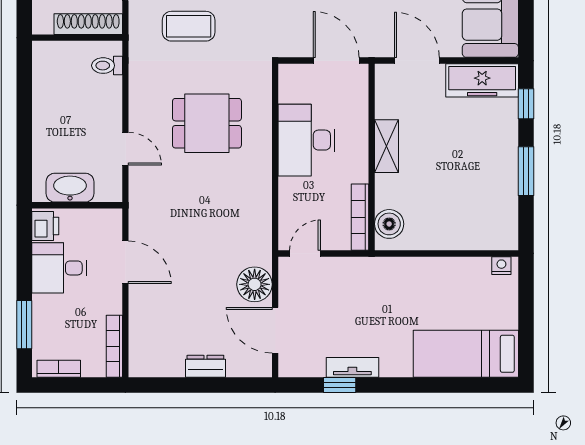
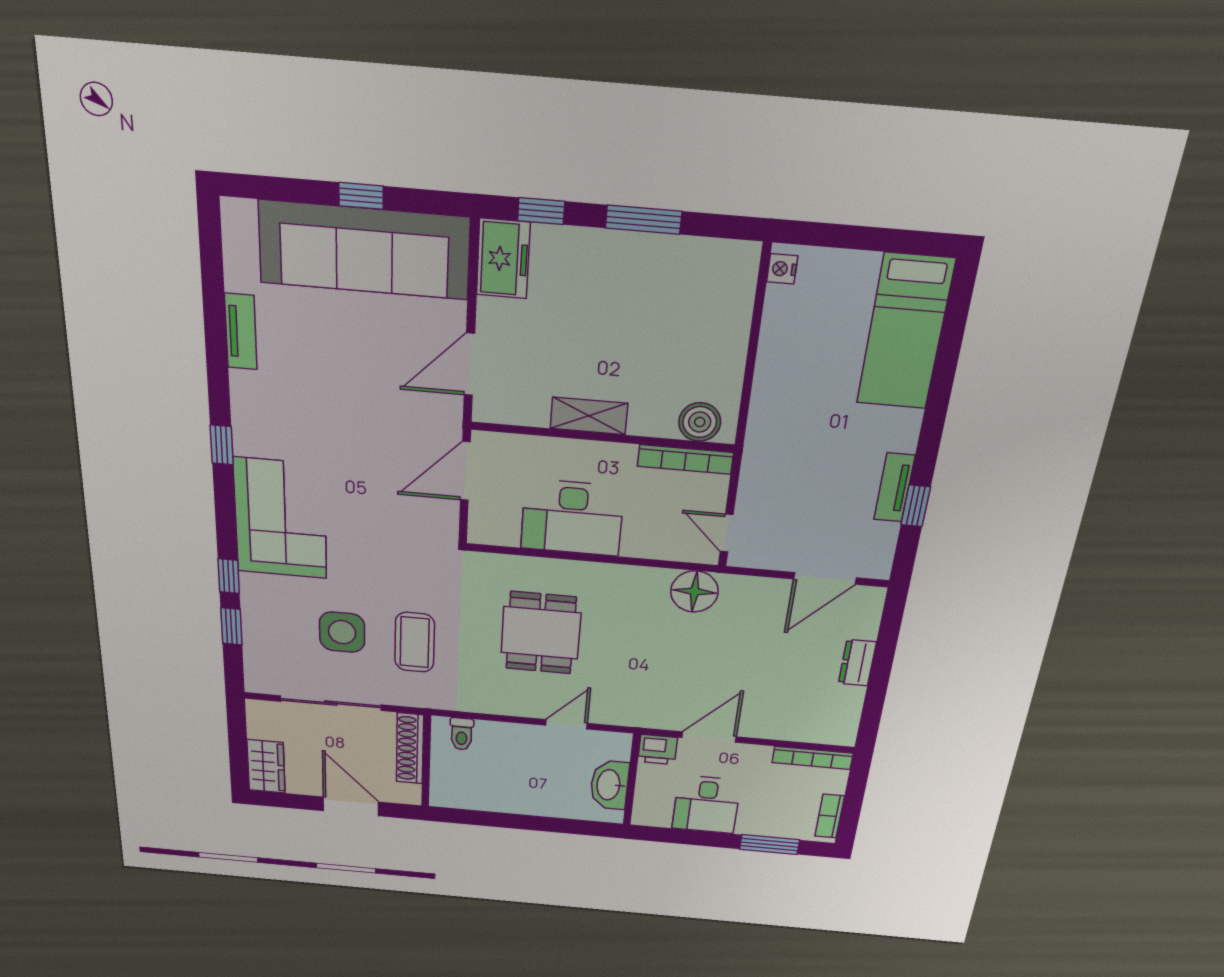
freezer: (482, 80) -> (503, 259), width x0.71
printer: (45, 226) -> (658, 750), moved, turned 180
floor lamp: (255, 284) -> (694, 591), moved

